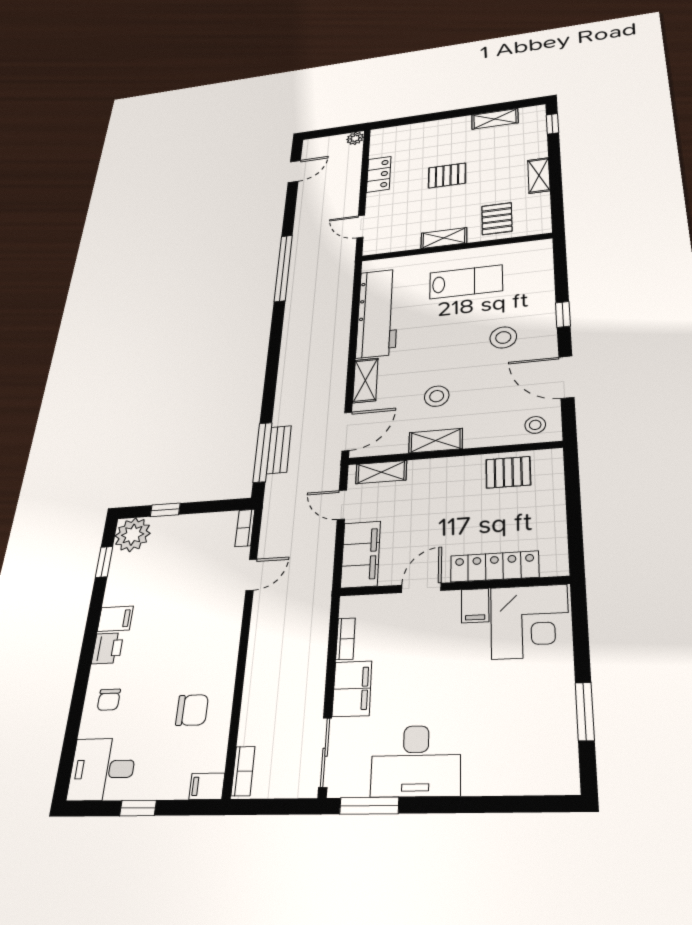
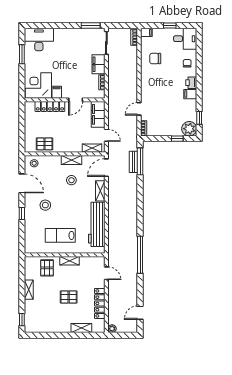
shelving: (495, 119) -> (81, 328), moved
locker: (379, 174) -> (100, 303), width x1.53
desk: (416, 761) -> (39, 39), moved

